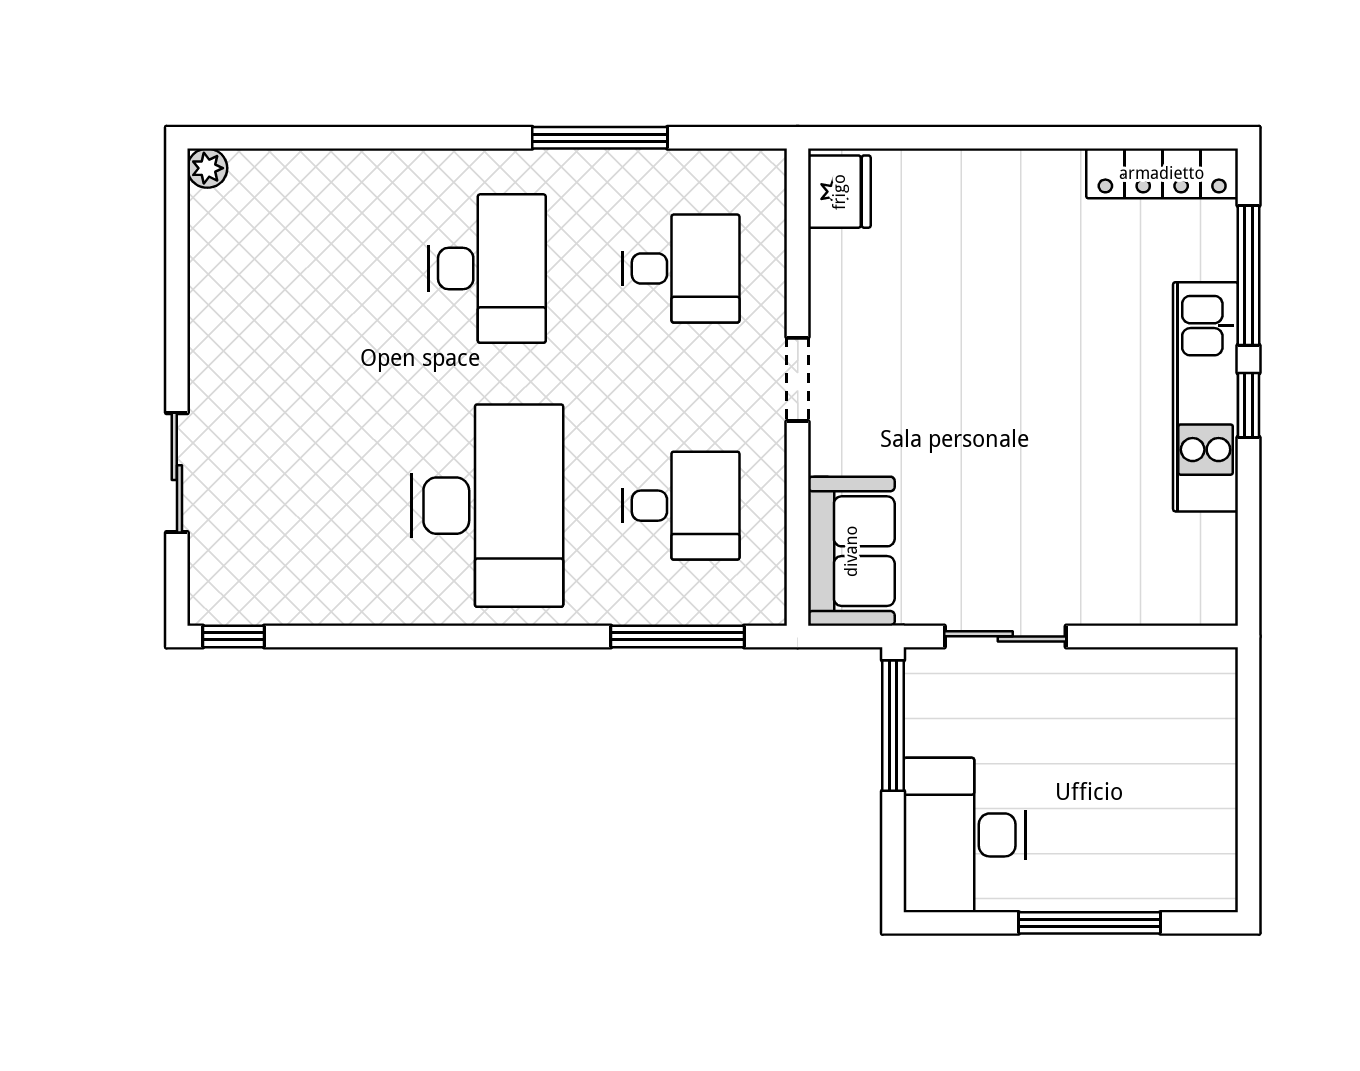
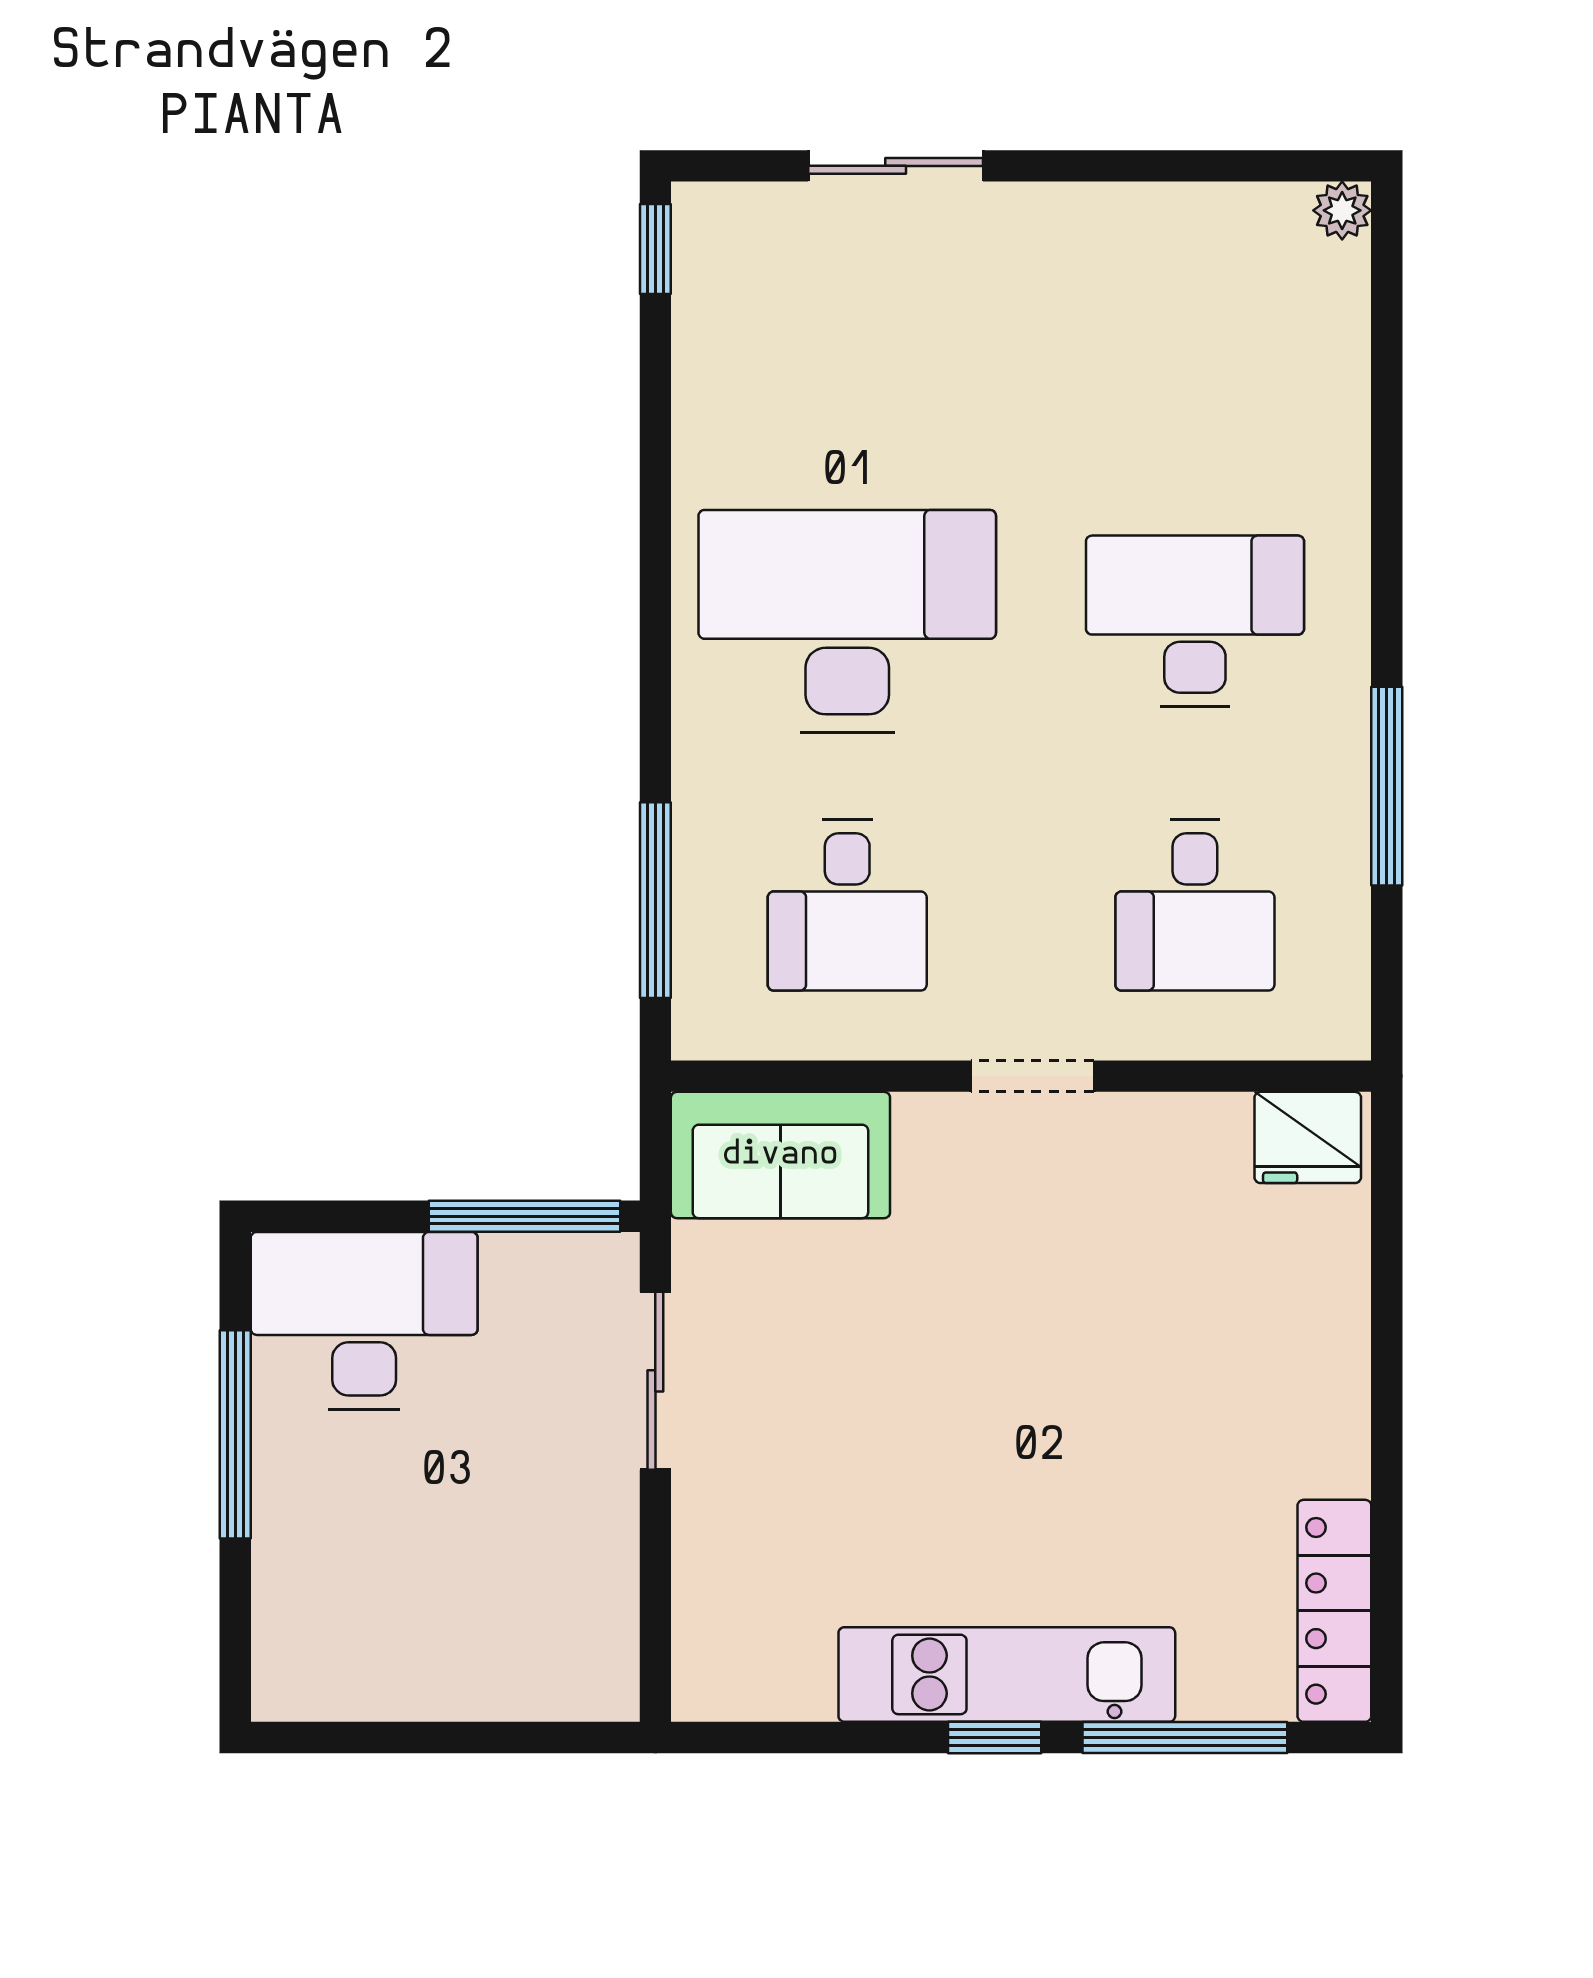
desk: (487, 269) -> (1195, 621), turned 180
desk: (487, 506) -> (847, 621), turned 180
window: (1089, 923) -> (235, 1434), moved

